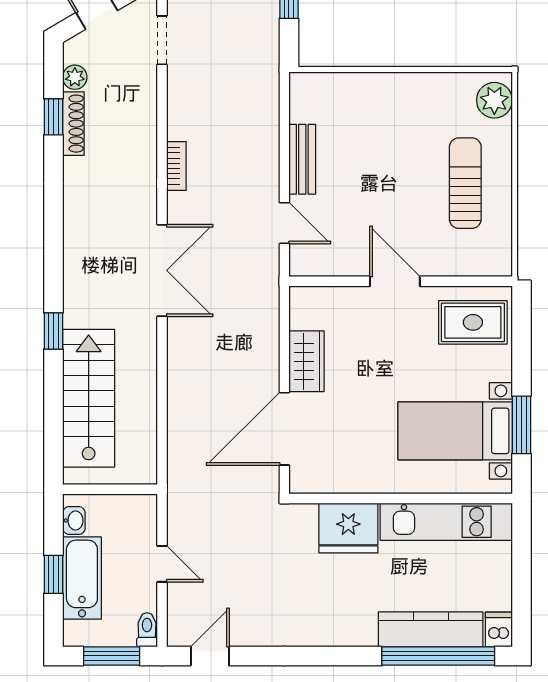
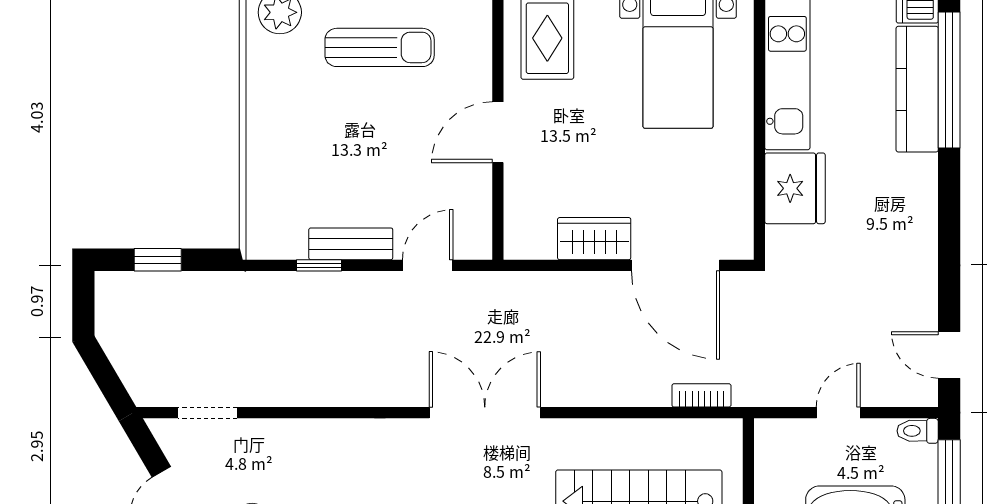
window: (284, 133) -> (319, 265), added
bookcase: (176, 166) -> (701, 395), moved
sun lounger: (465, 183) -> (380, 47), turned 180

